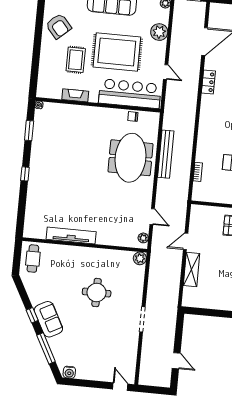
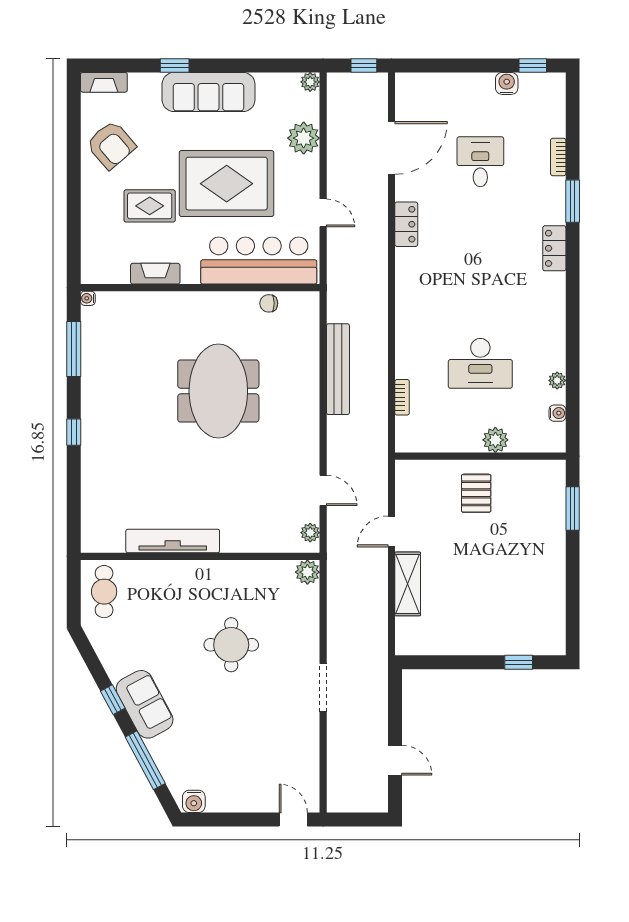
rug: (76, 60) -> (150, 206), turned 90
window: (29, 131) -> (74, 349), width x1.44
meeting table: (131, 158) -> (218, 391), moved

